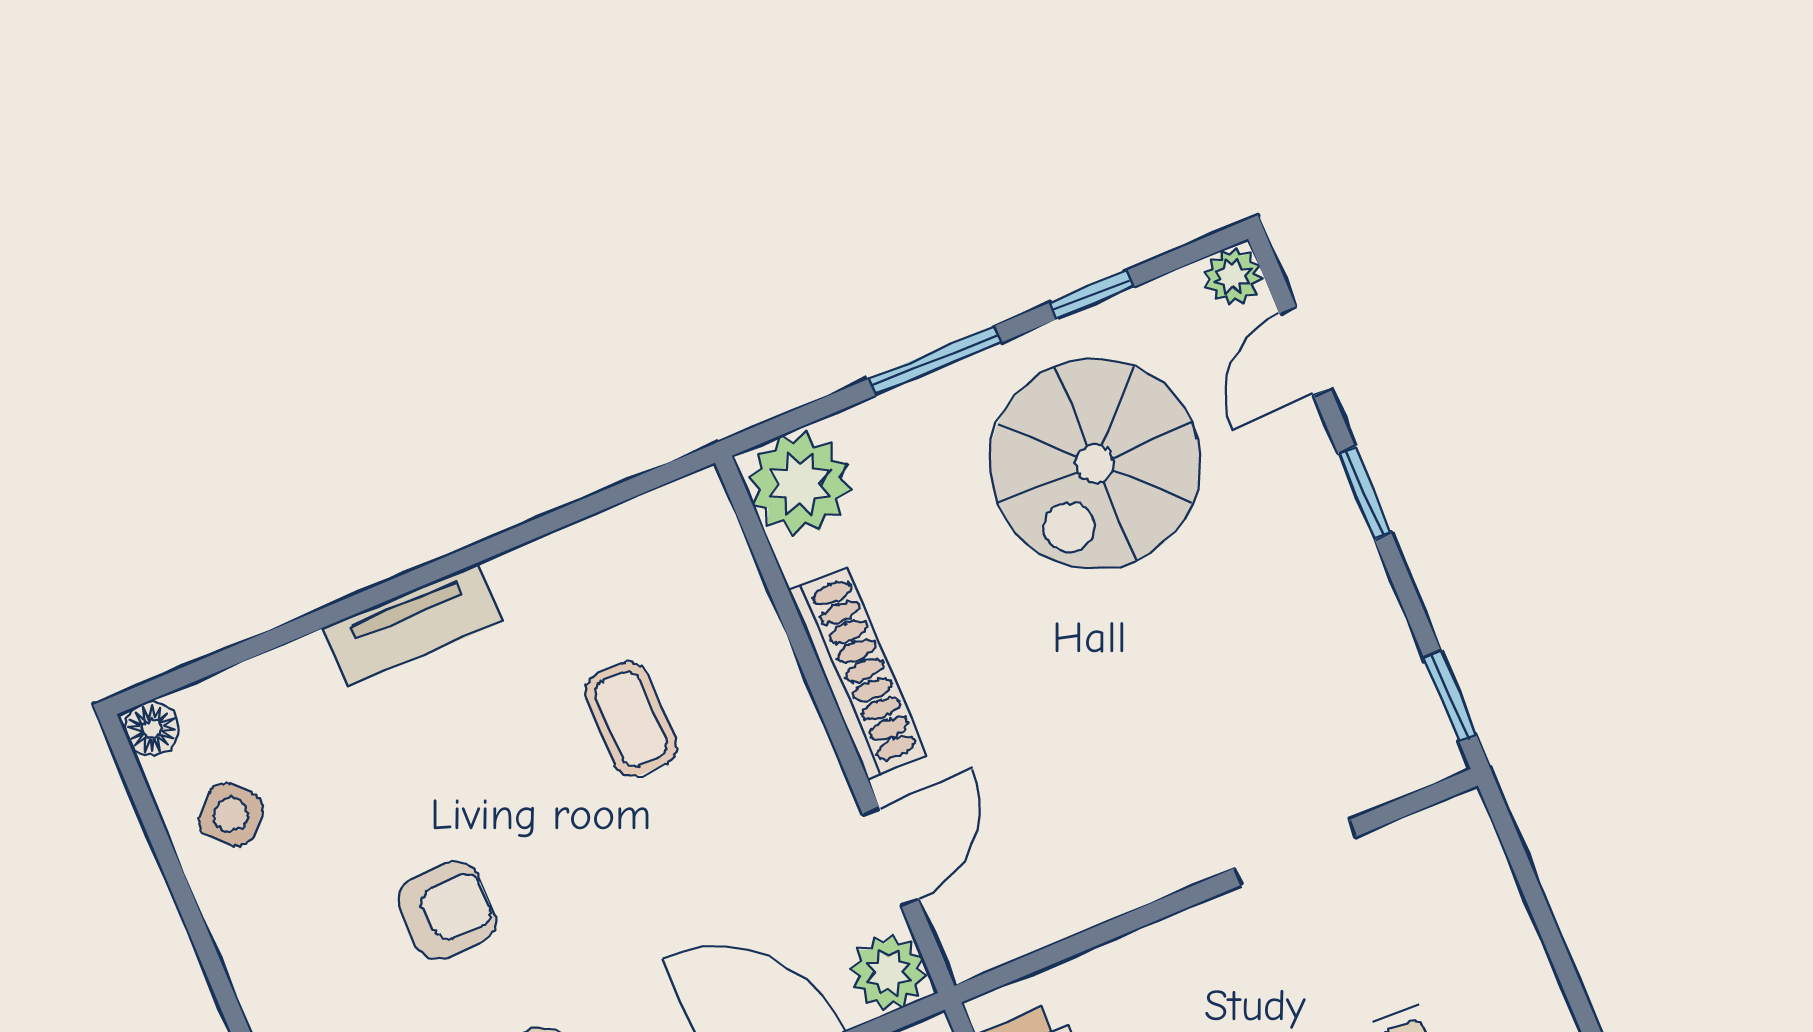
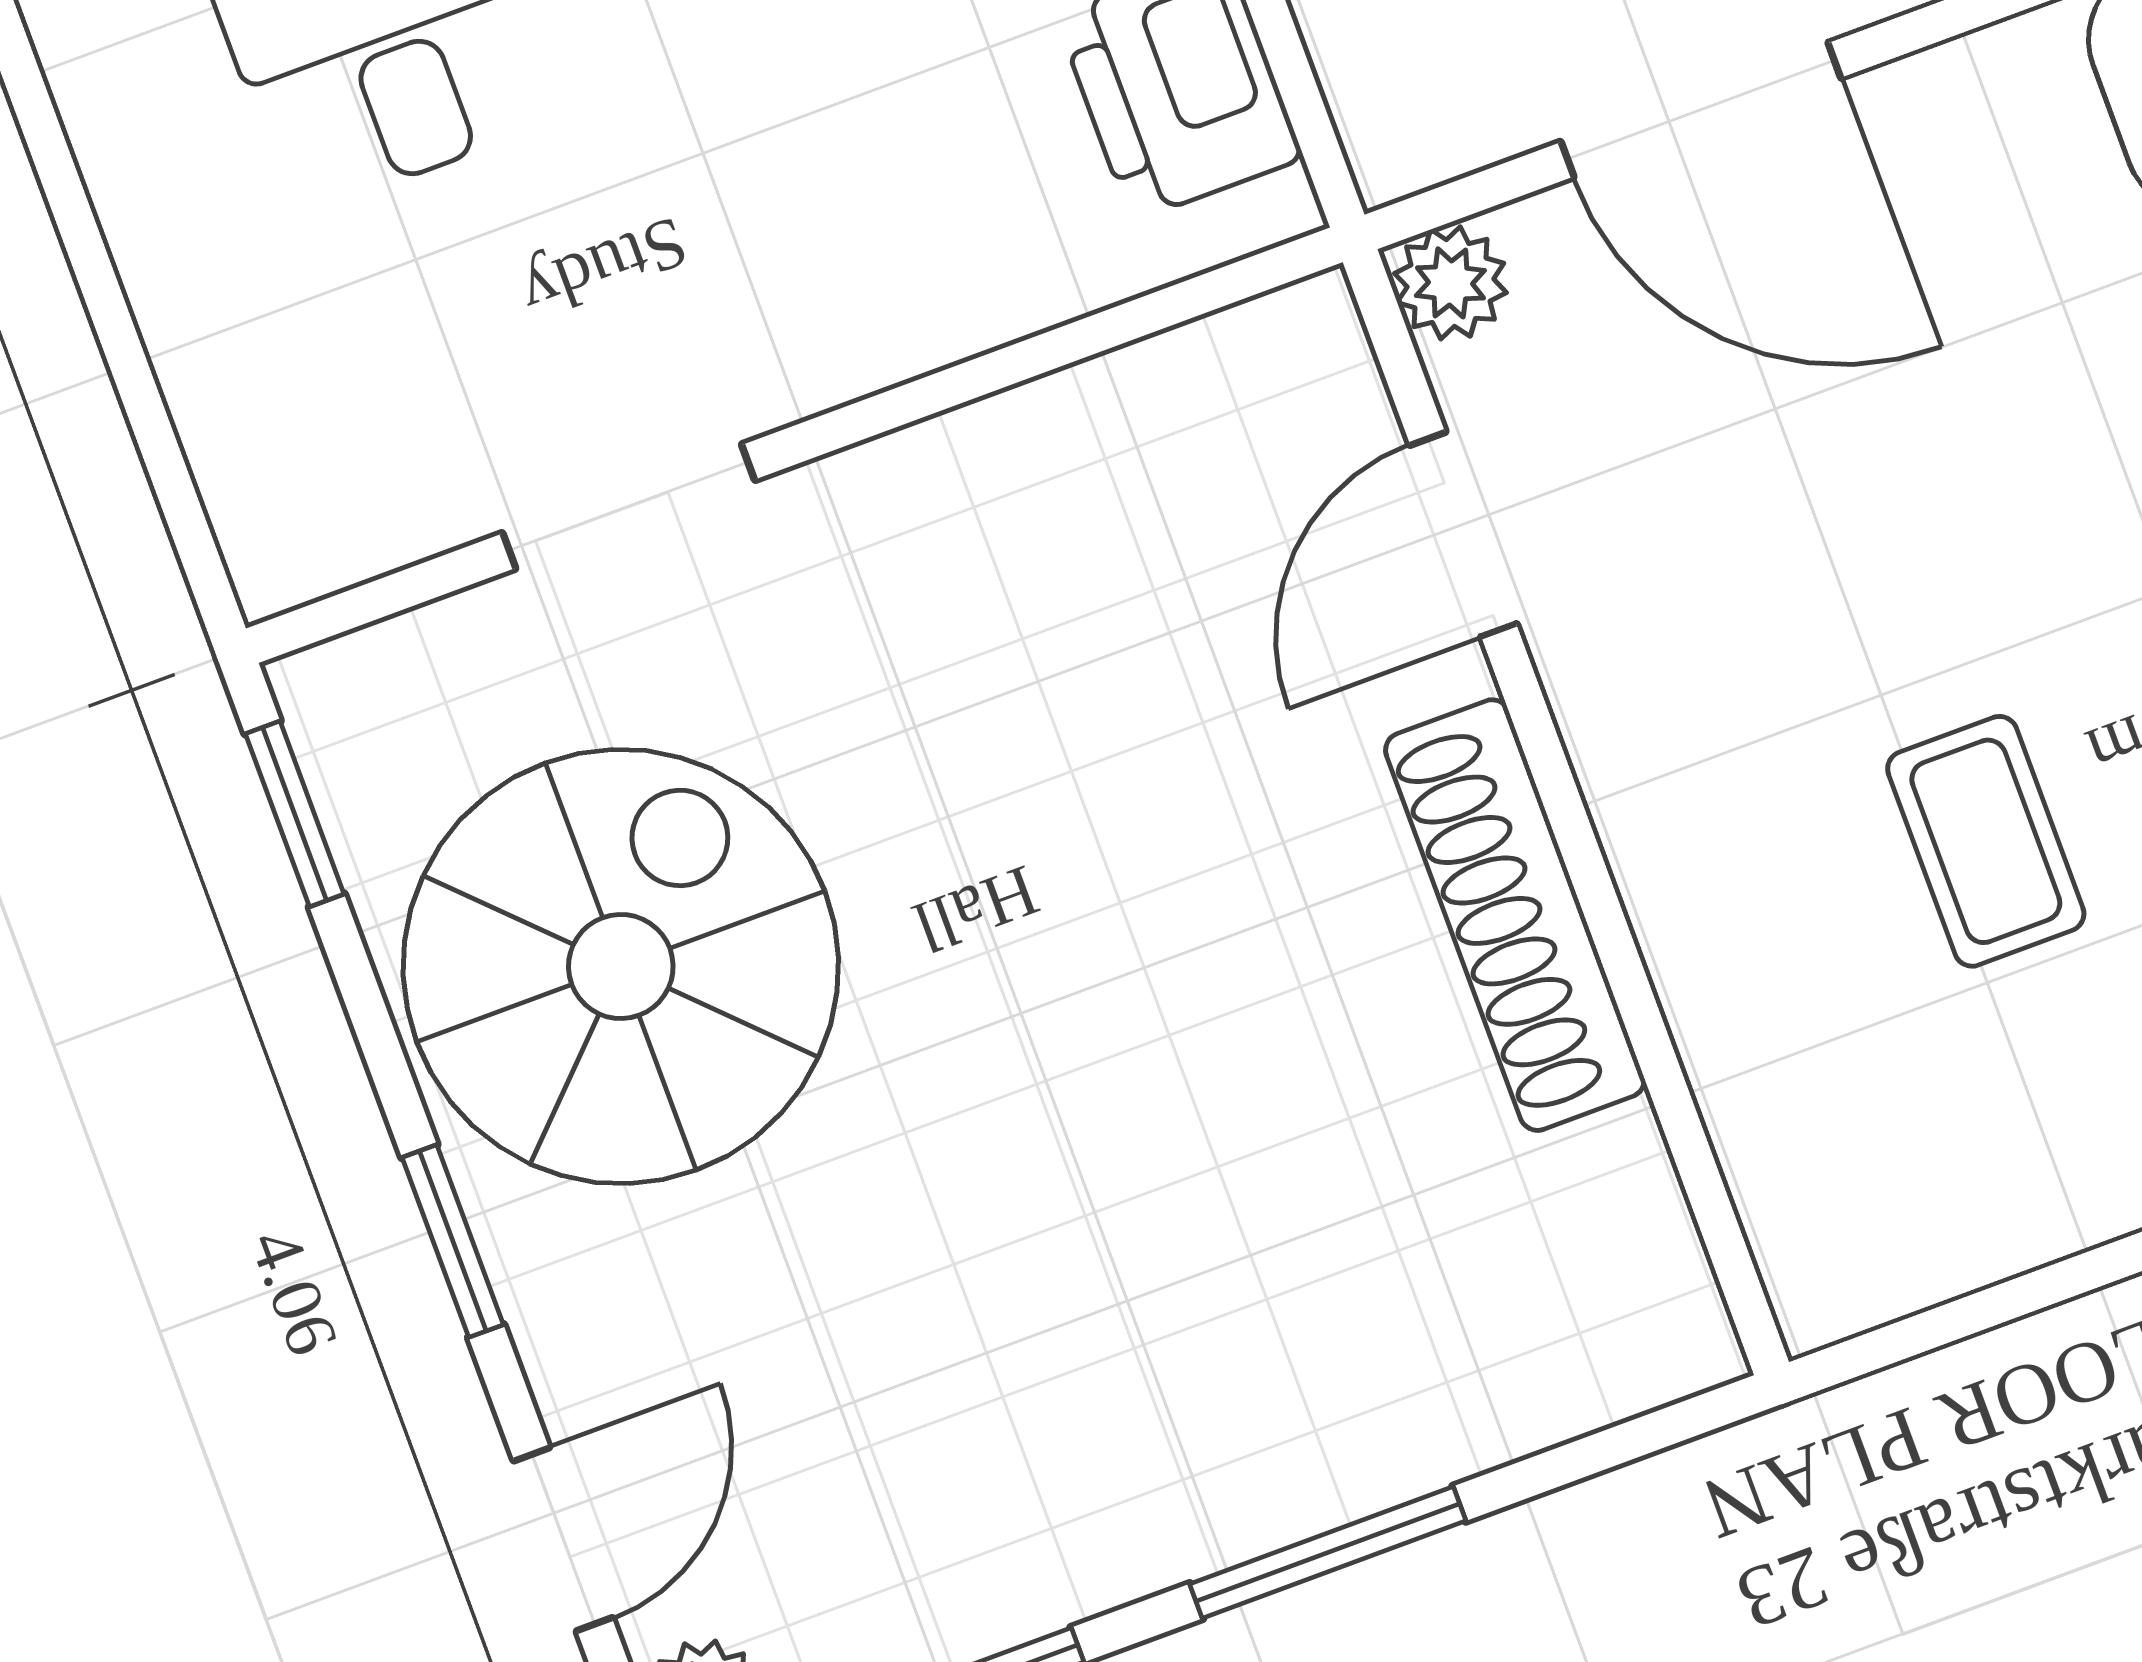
spiral stairs: (1095, 464) -> (621, 966), moved
plant: (800, 484) -> (1617, 1312), removed
plant: (888, 973) -> (1450, 283), width x0.73, depth x0.73

